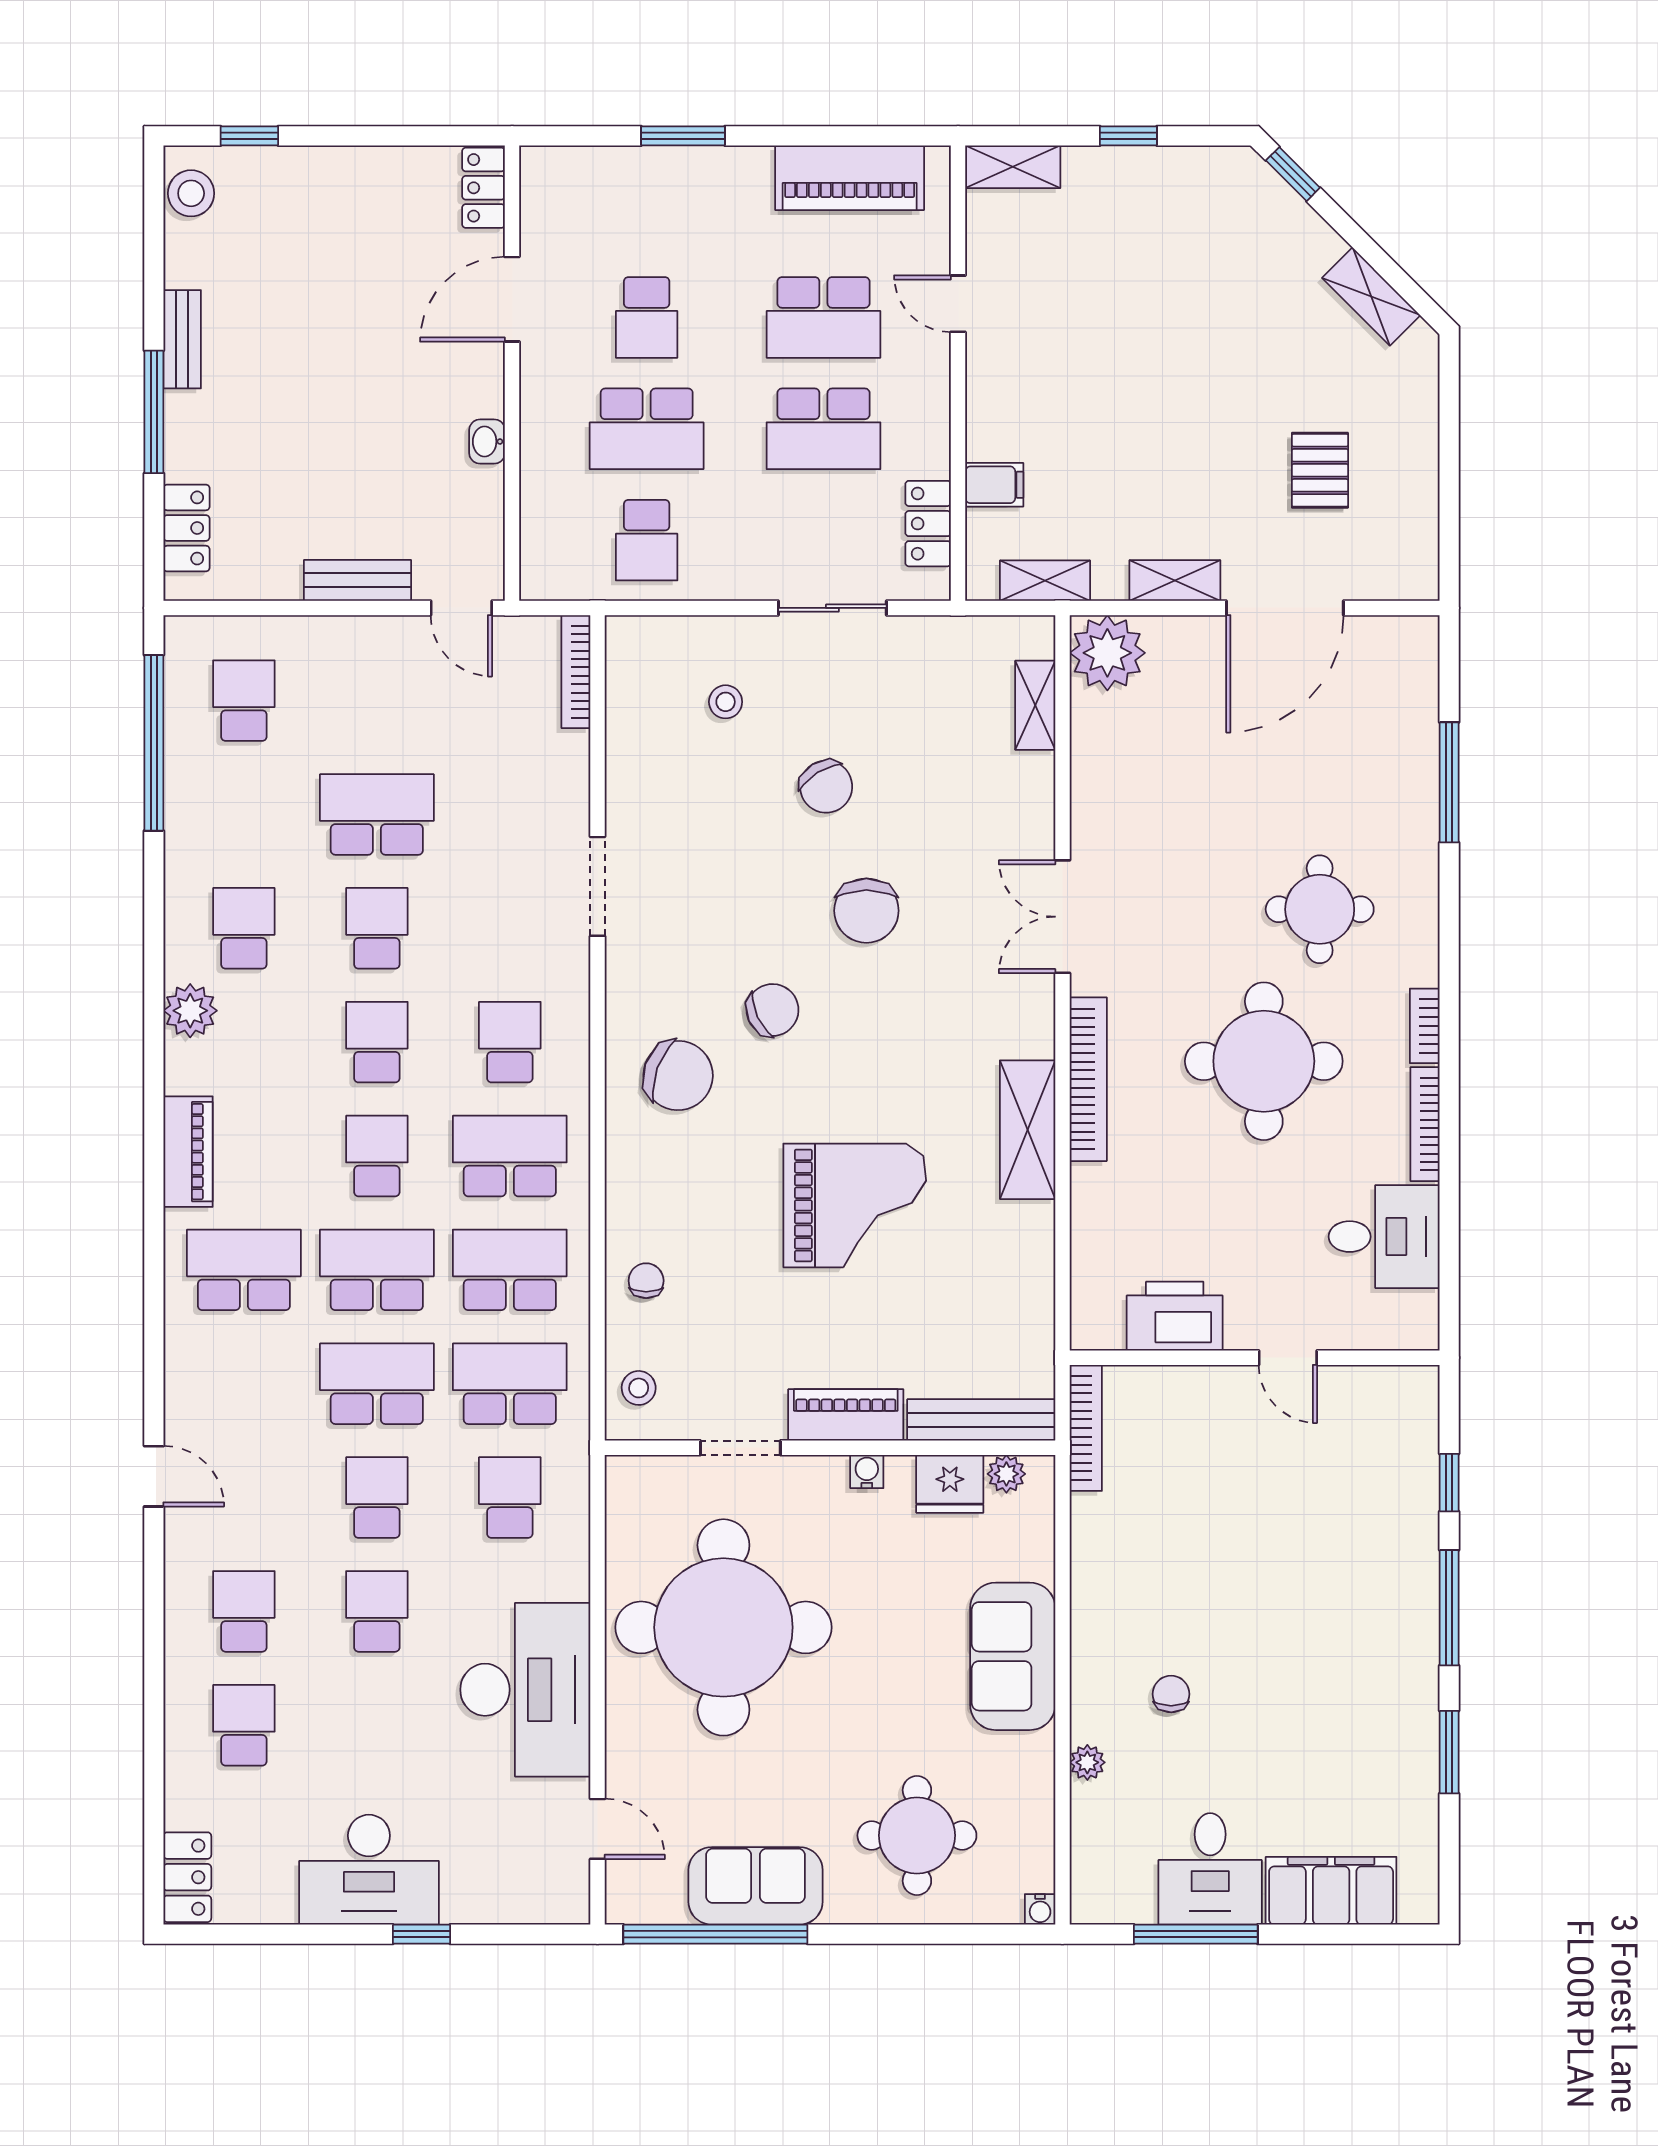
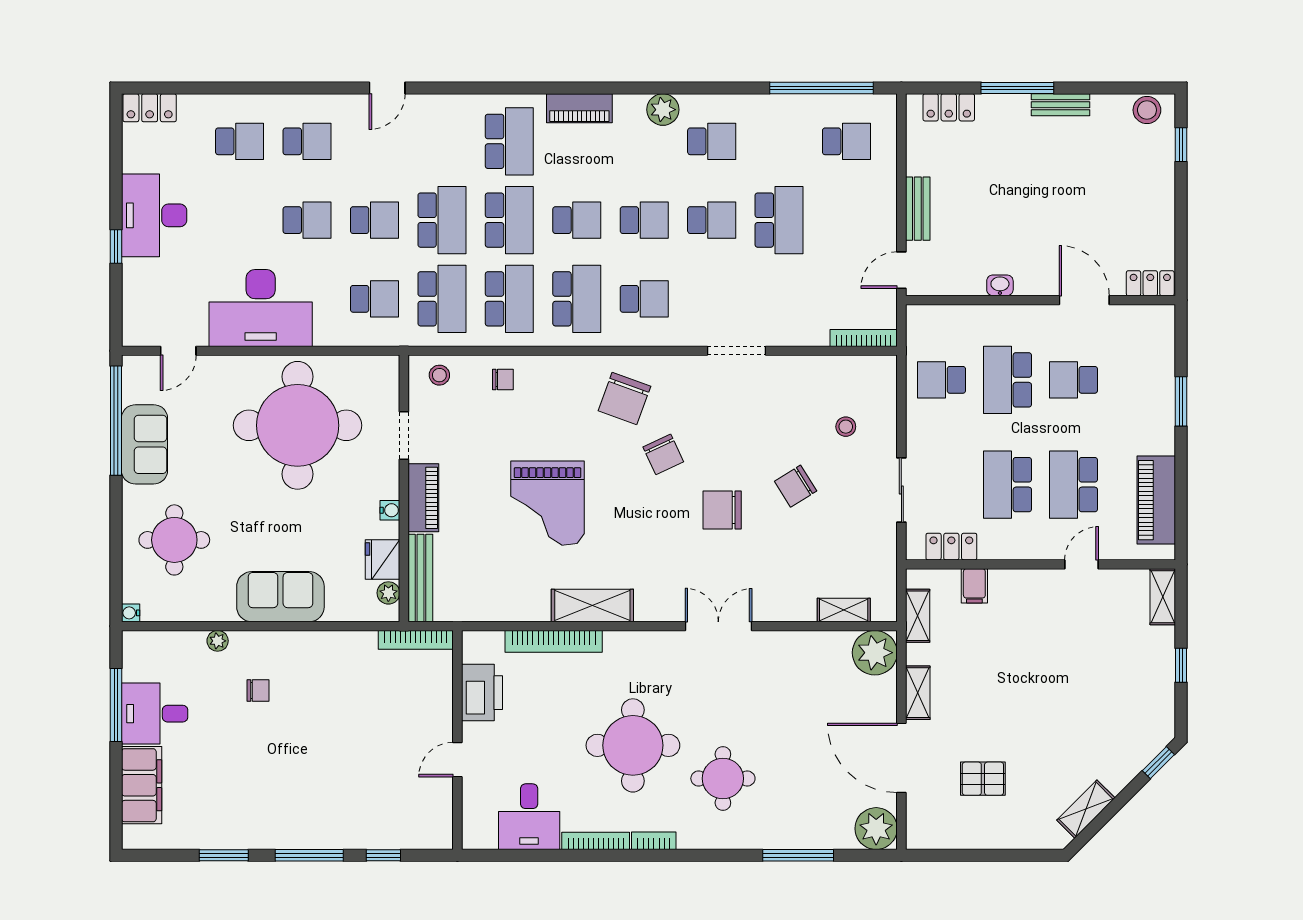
plant: (1404, 651) -> (876, 829), added
bookcase: (1088, 1079) -> (554, 641), moved

